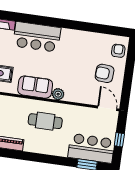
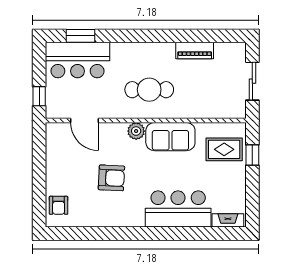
armchair: (105, 73) -> (111, 178), moved
door: (107, 108) -> (84, 121), moved
window: (119, 140) -> (39, 96), moved

